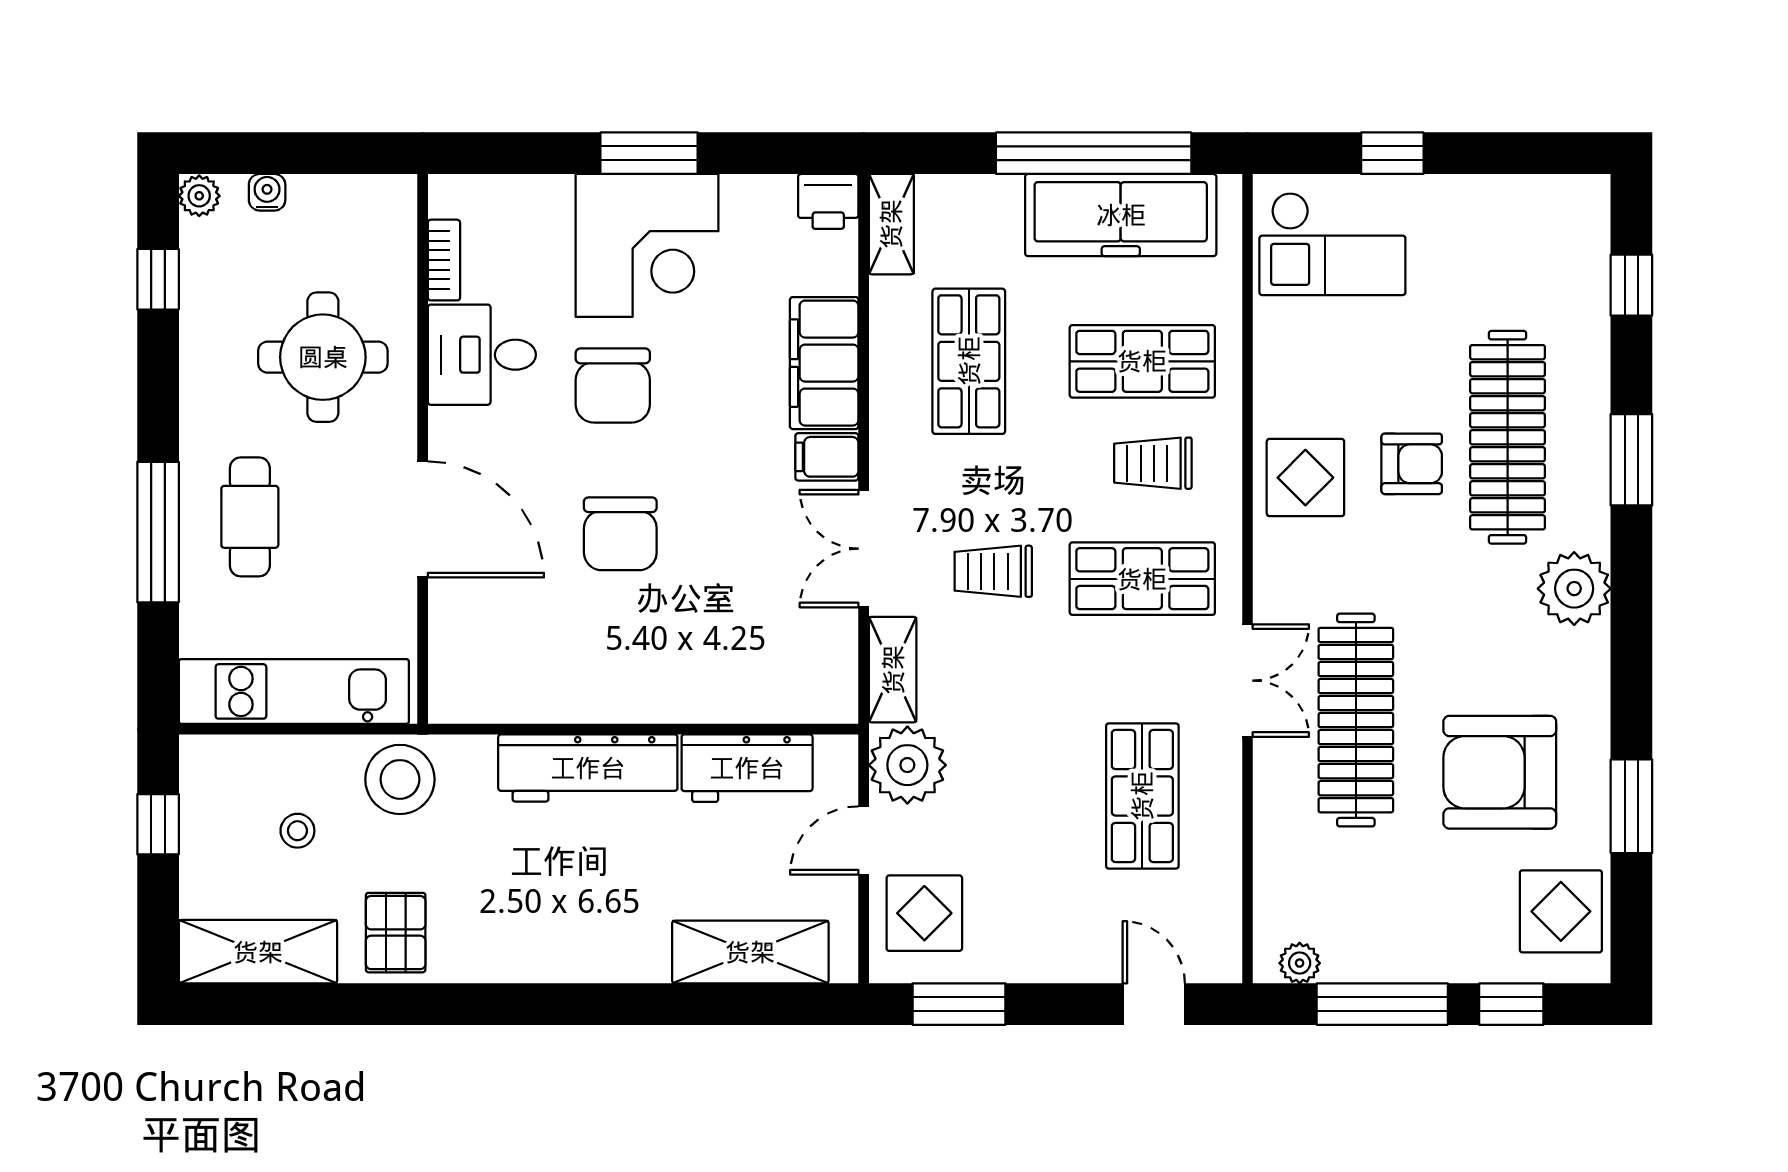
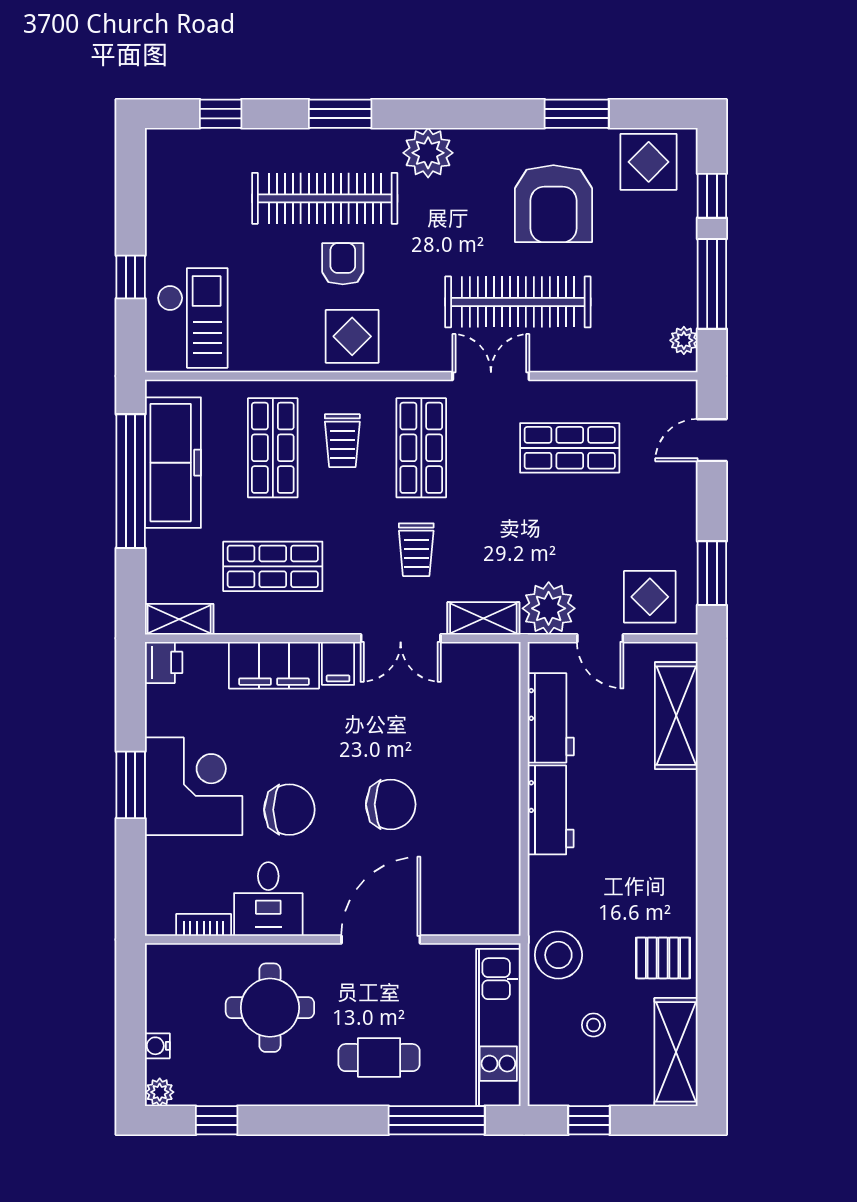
window: (158, 532) -> (437, 1120), moved
workbench: (588, 768) -> (551, 810), width x0.73

